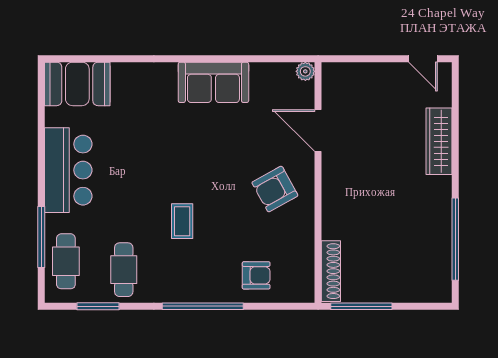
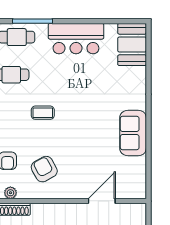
plant: (305, 71) -> (10, 193), moved
armchair: (275, 189) -> (44, 169), moved

